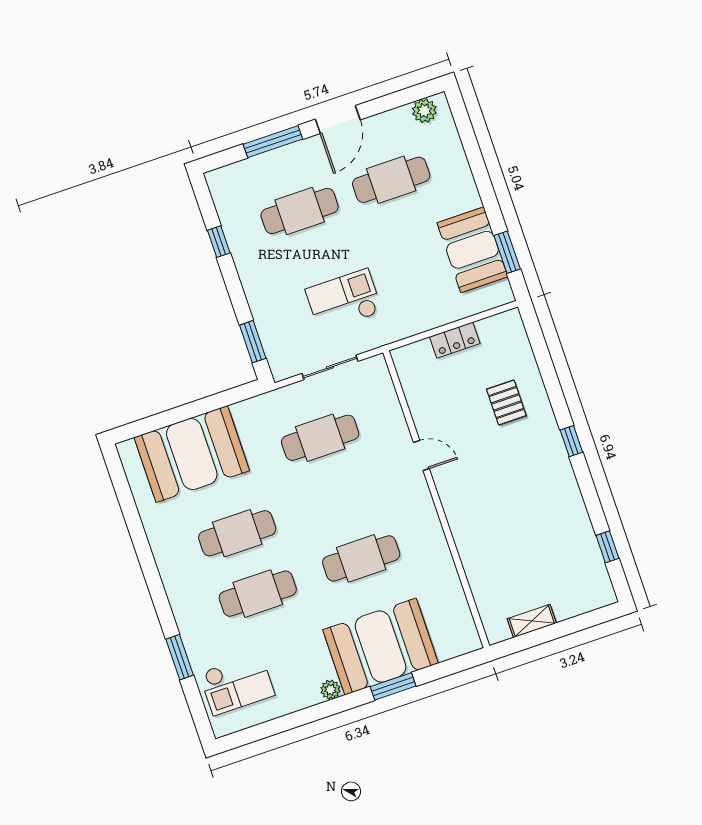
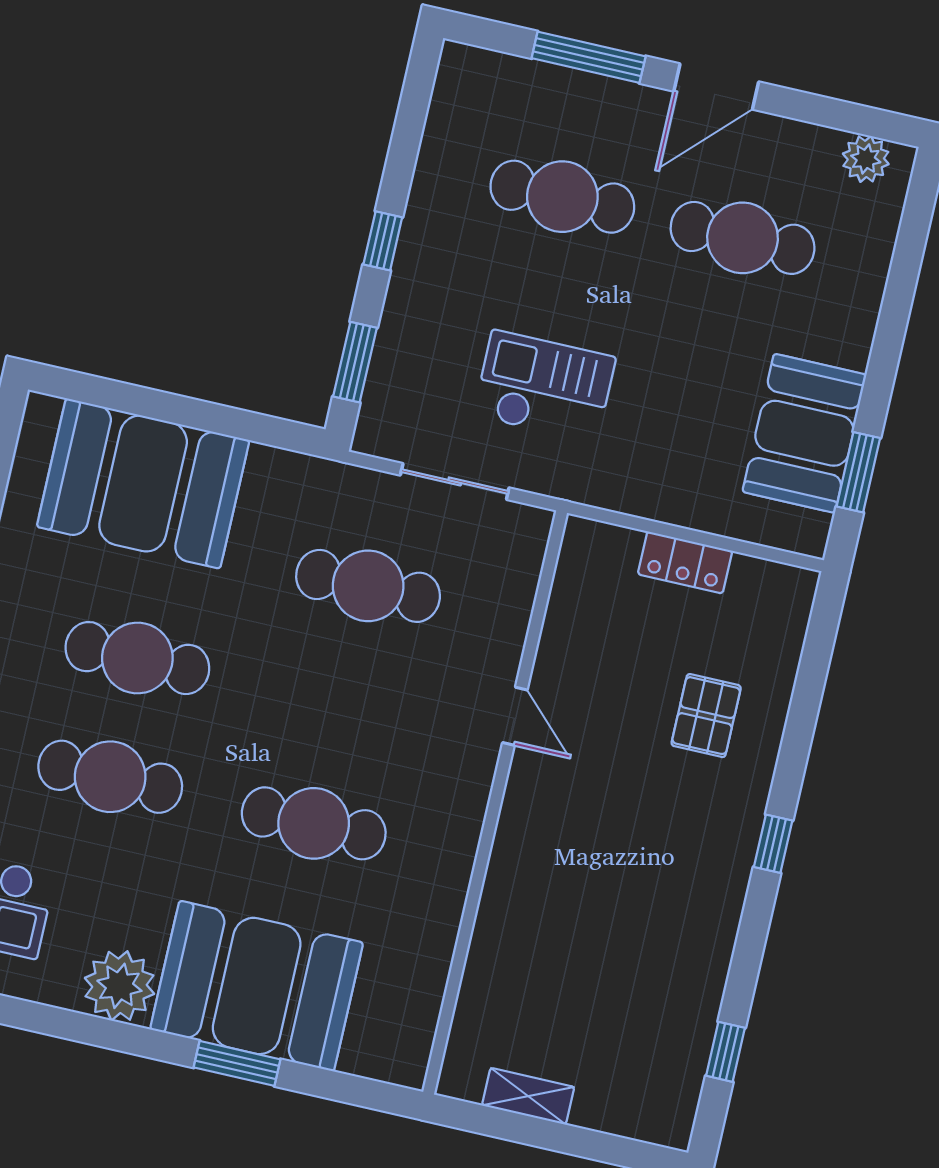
window: (219, 242) -> (383, 241), moved
plant: (330, 690) -> (119, 986), width x1.88, depth x1.88

